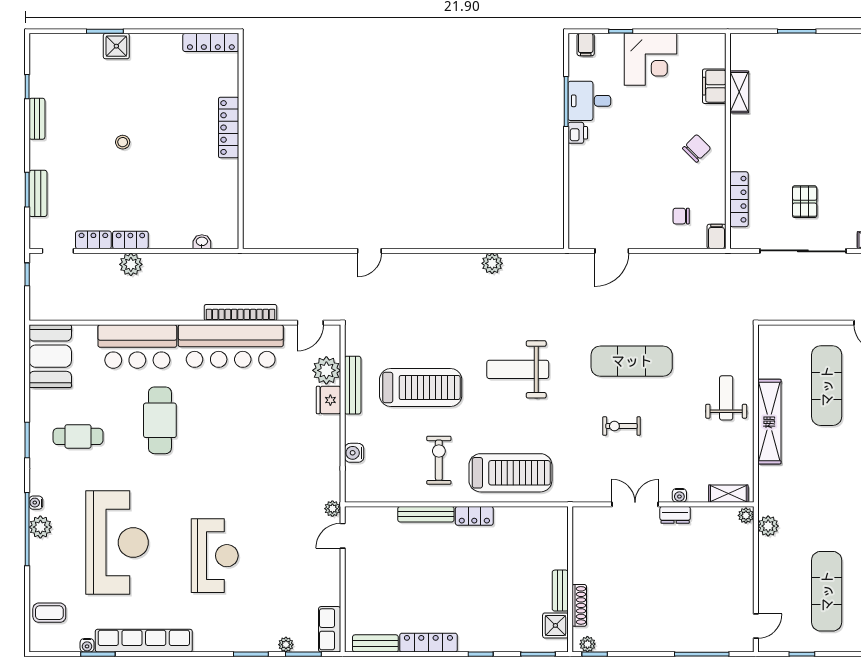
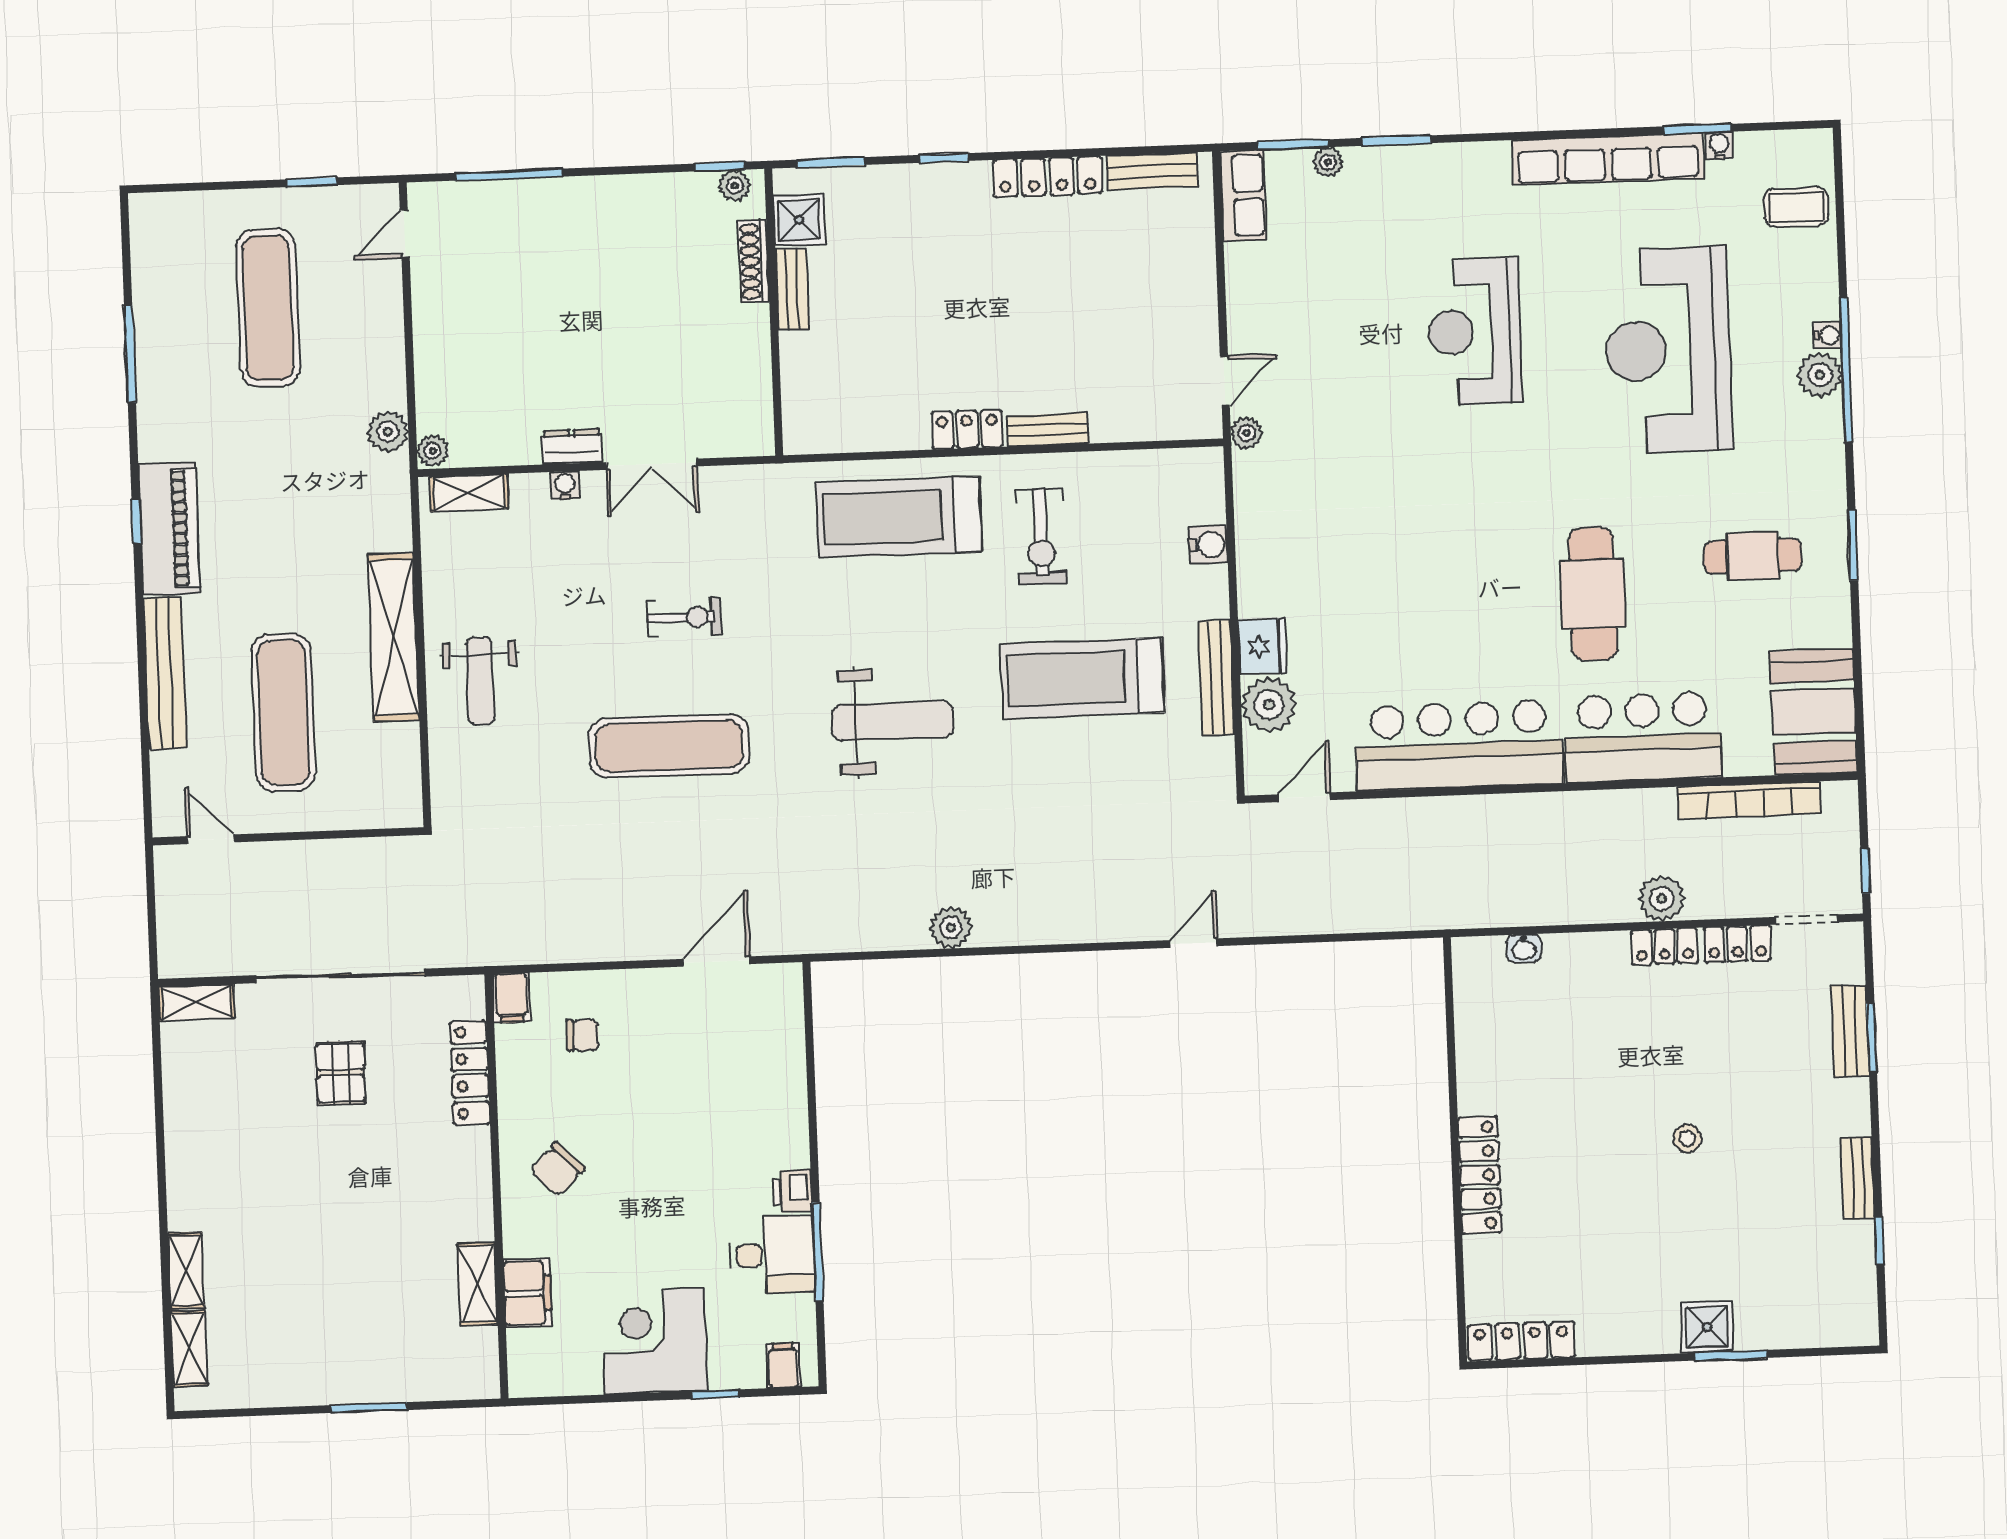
bookcase: (240, 313) -> (1749, 800), moved
water cooler: (36, 503) -> (1827, 336), moved
bench: (426, 514) -> (1048, 430), width x0.73

